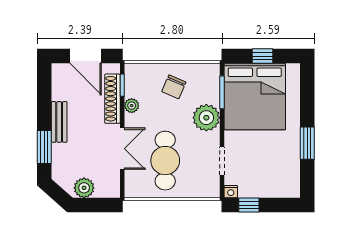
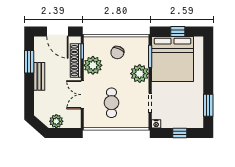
plant: (132, 106) -> (93, 65), width x1.88, depth x1.88
window: (307, 143) -> (208, 105), moved
window: (44, 147) -> (29, 62), moved
double door: (122, 149) -> (82, 95), swing flipped
cafe table: (165, 161) -> (111, 103), width x0.73, depth x0.74
window: (249, 205) -> (180, 133), moved

